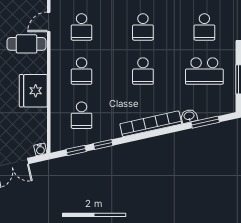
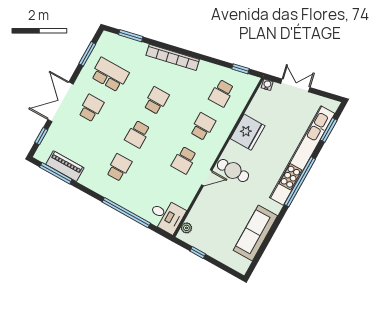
school desk: (82, 27) -> (184, 160), turned 180
school desk: (143, 27) -> (138, 134), turned 180
school desk: (82, 115) -> (221, 93), turned 180
washbasin: (189, 116) -> (140, 47), removed
window: (103, 144) -> (217, 62), removed

